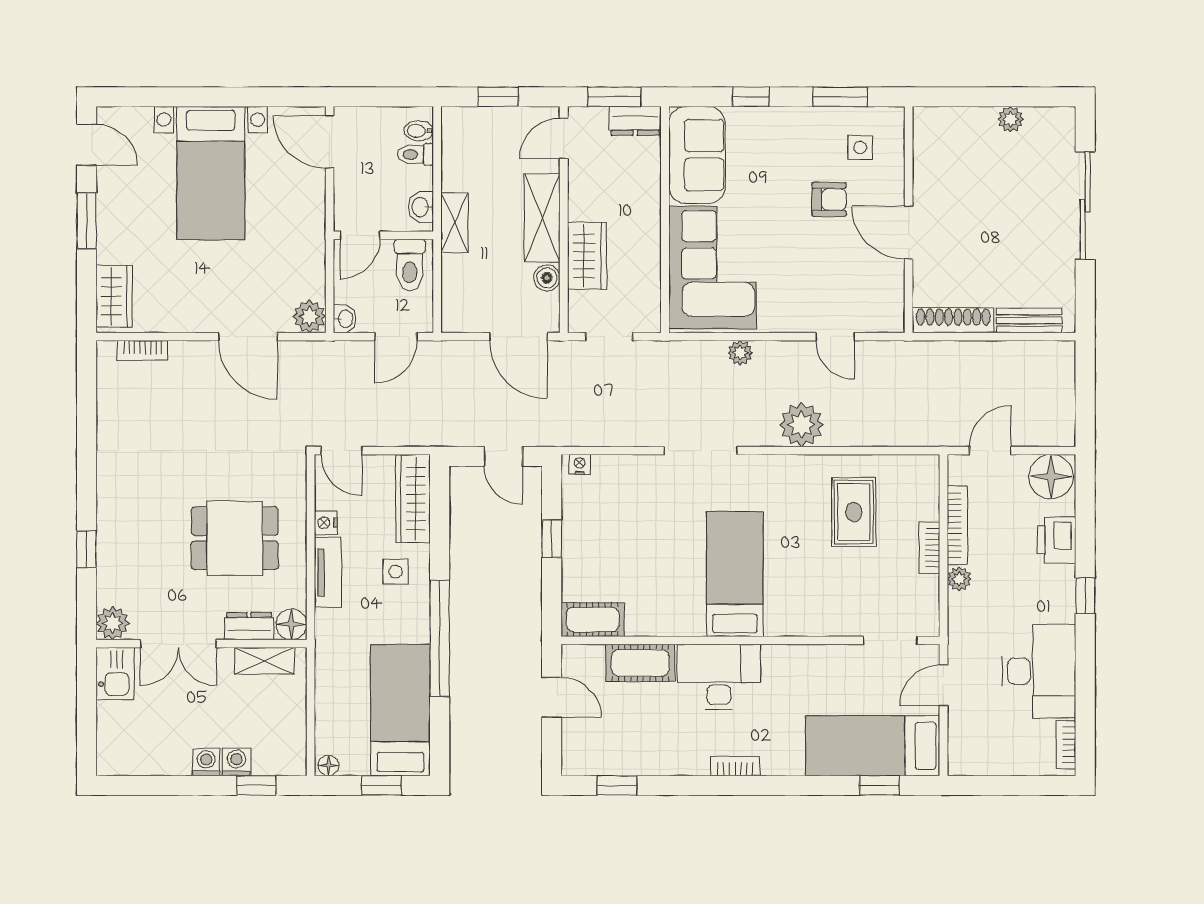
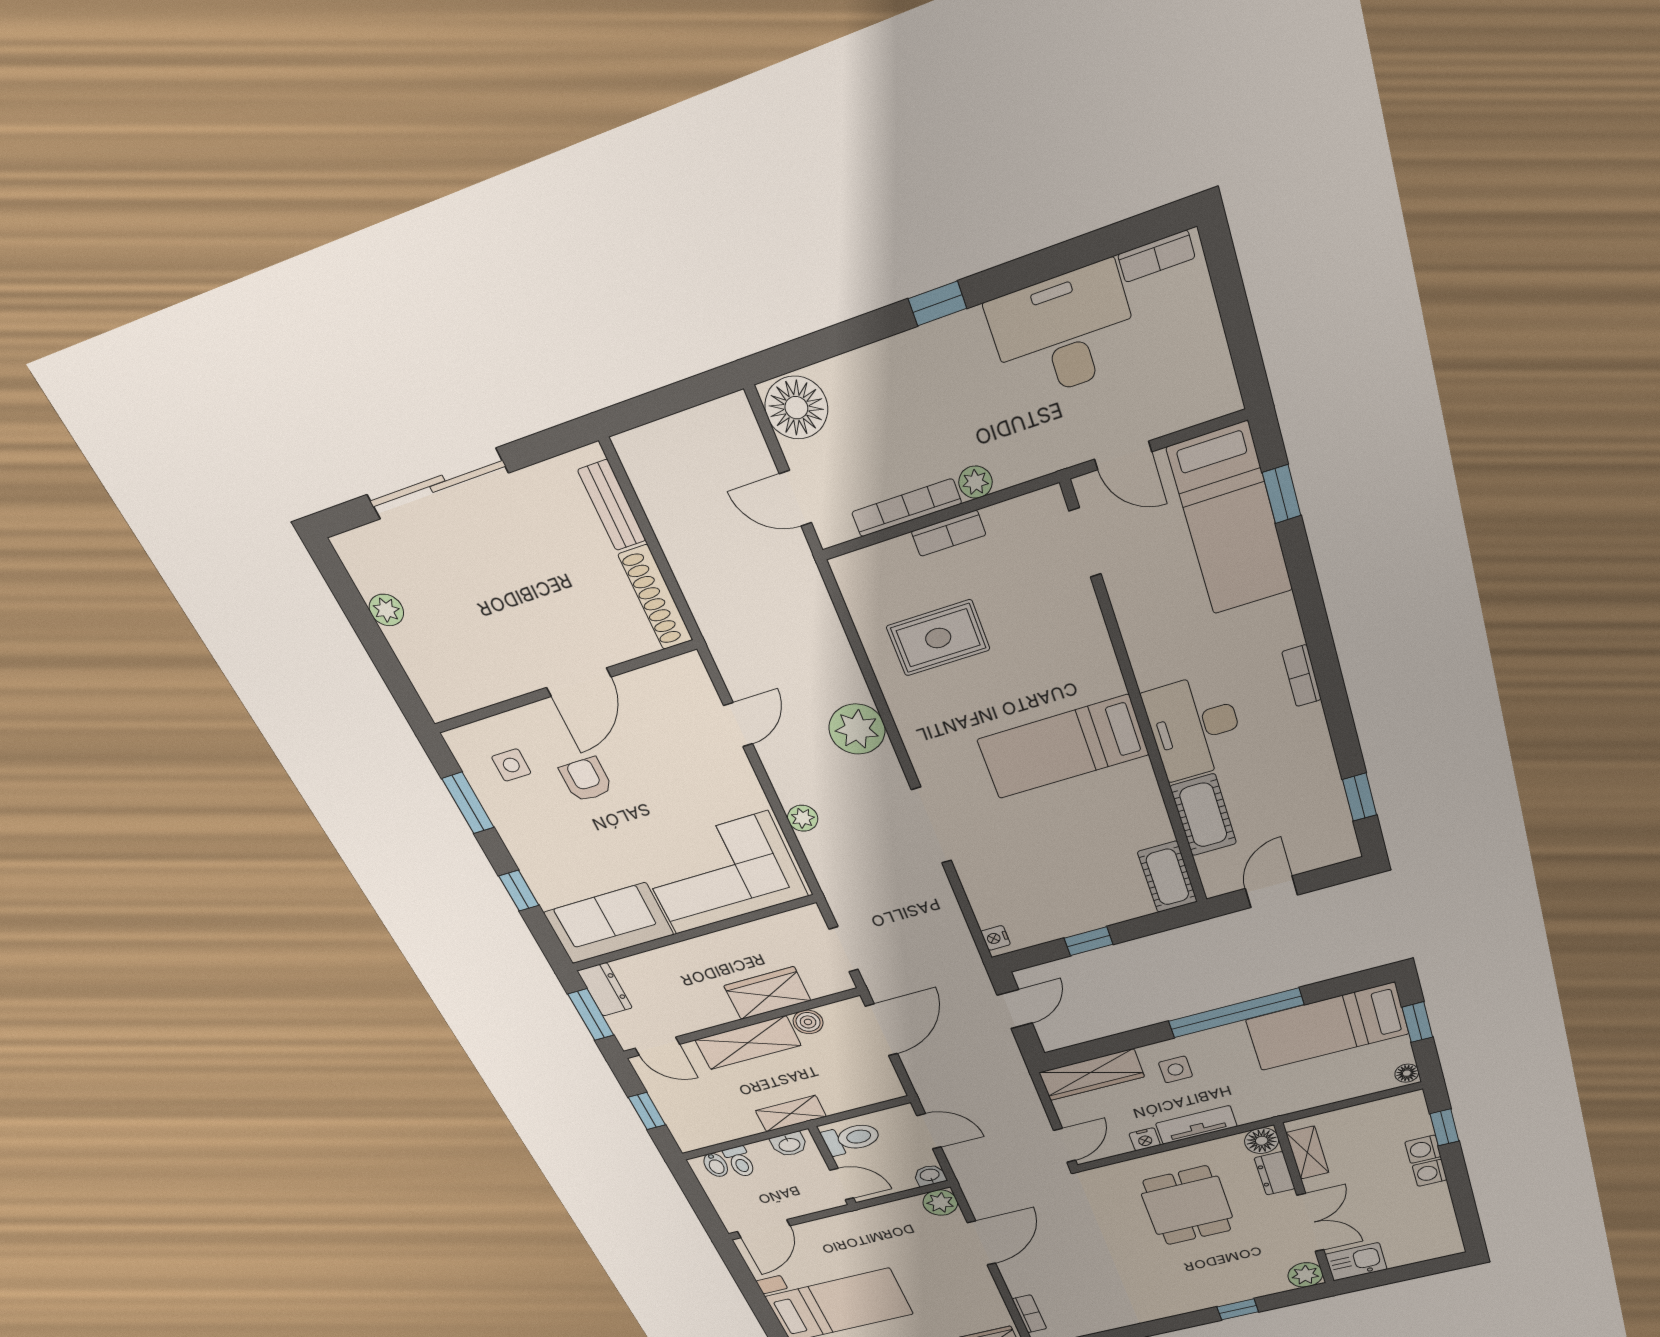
printer: (1056, 540) -> (877, 371), removed

